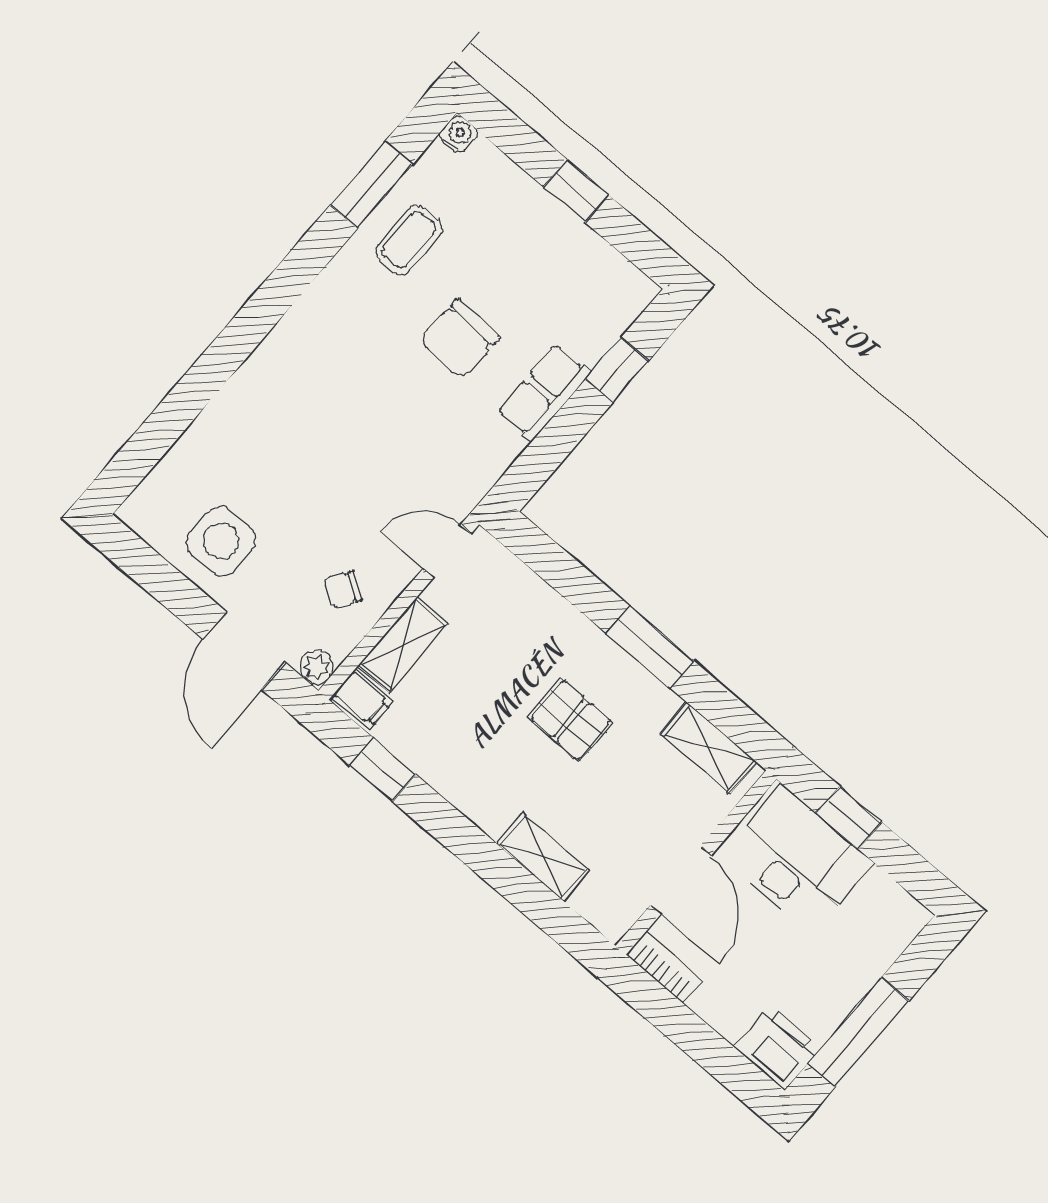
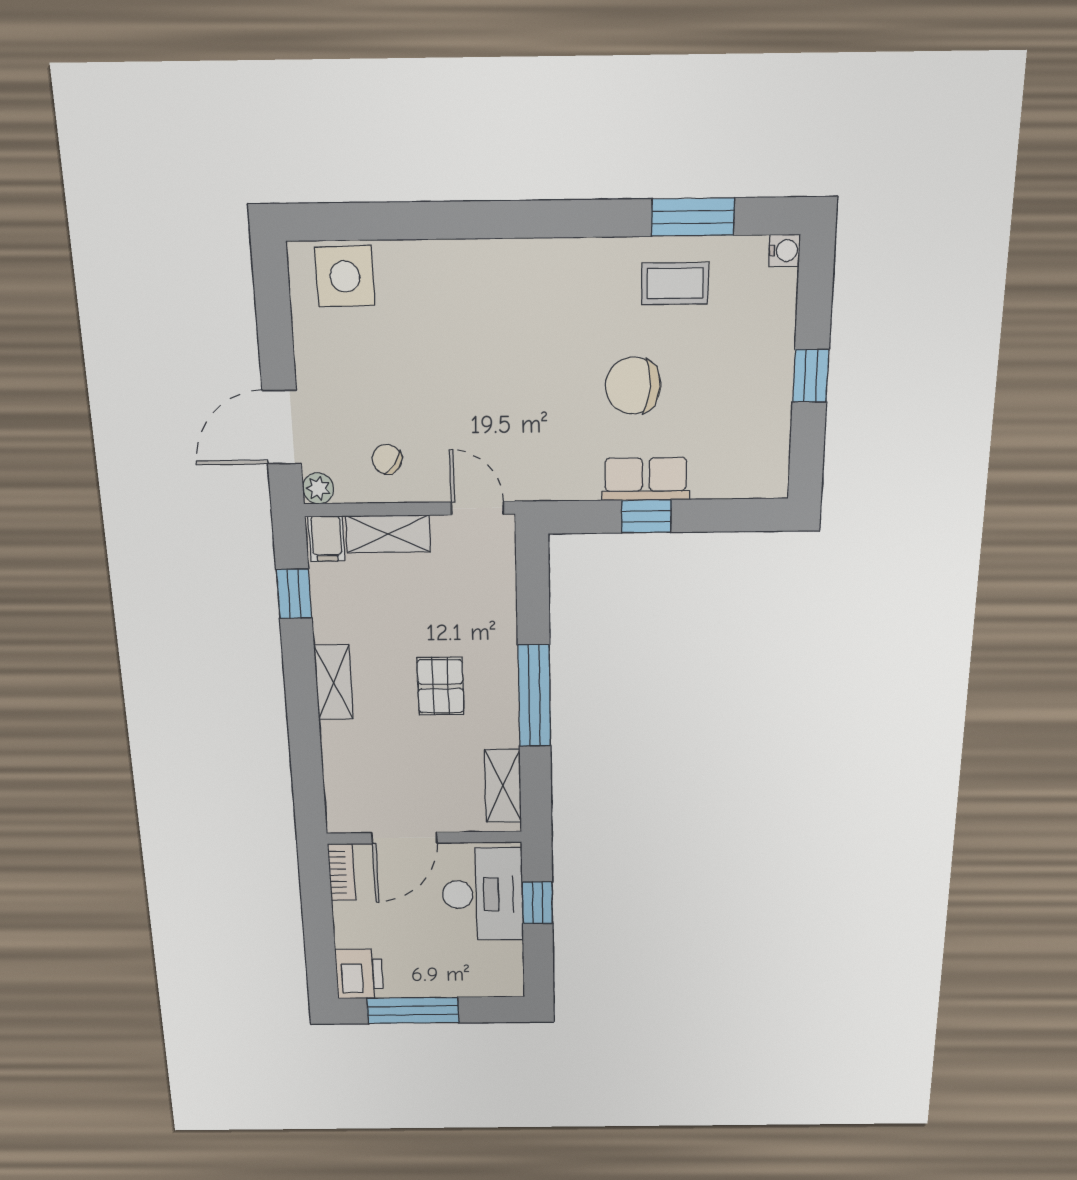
window: (617, 370) -> (646, 516), moved
side table: (221, 541) -> (345, 276), moved
window: (650, 647) -> (534, 696), width x1.44
shelving: (543, 857) -> (334, 682), moved

